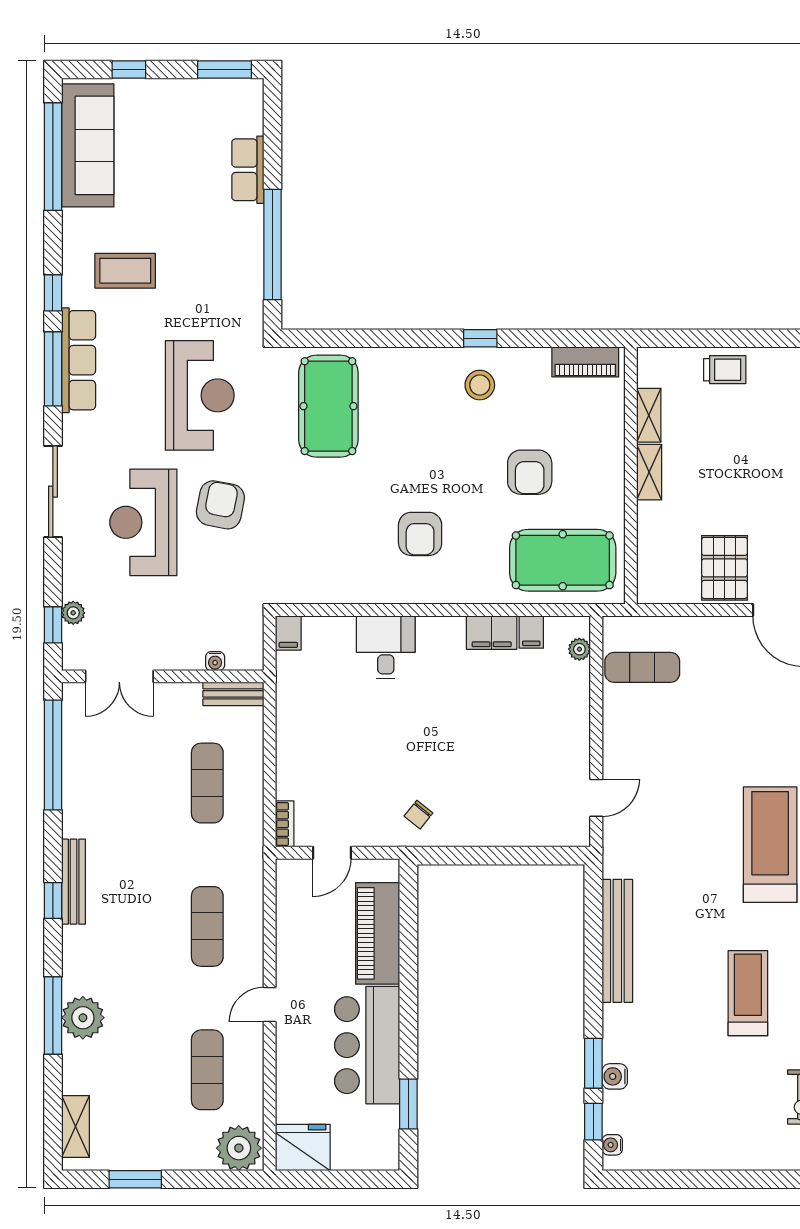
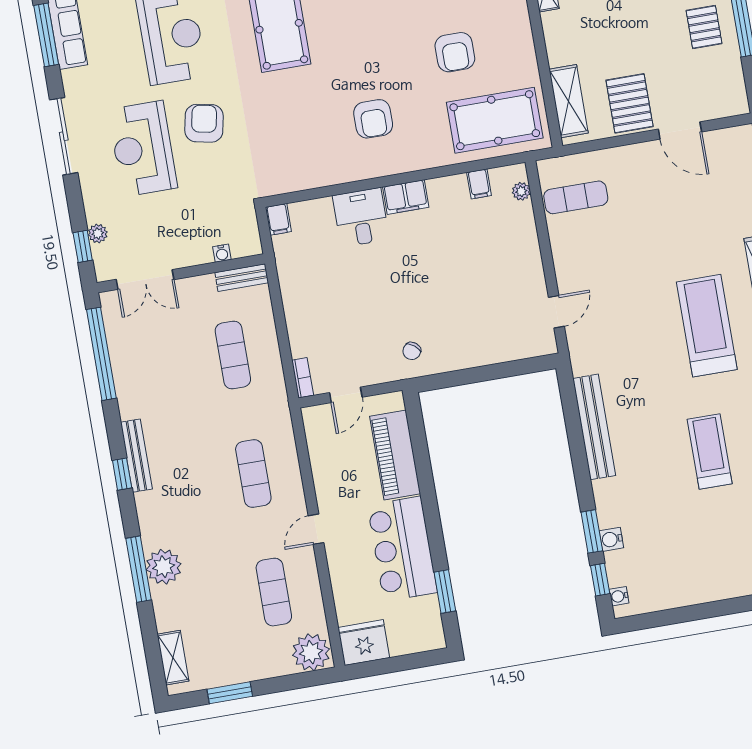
shelving: (649, 472) -> (569, 101), moved, width x1.50, depth x1.33
filing cabinet: (492, 633) -> (406, 197), moved

